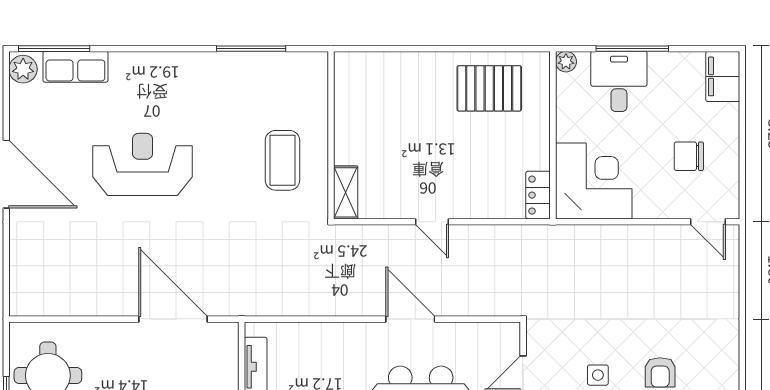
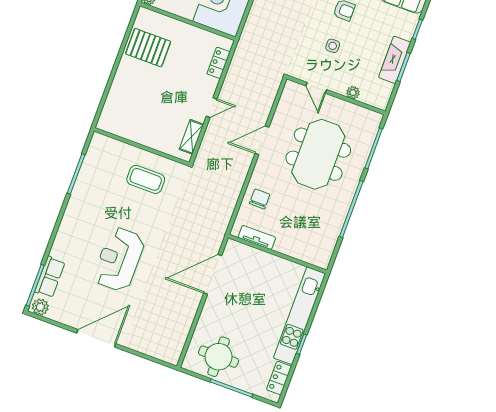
pallet: (489, 88) -> (148, 48), turned 90
shelving: (346, 192) -> (191, 137), moved, turned 90
locker: (538, 195) -> (219, 63), moved, turned 90
chair: (317, 349) -> (260, 199), added

